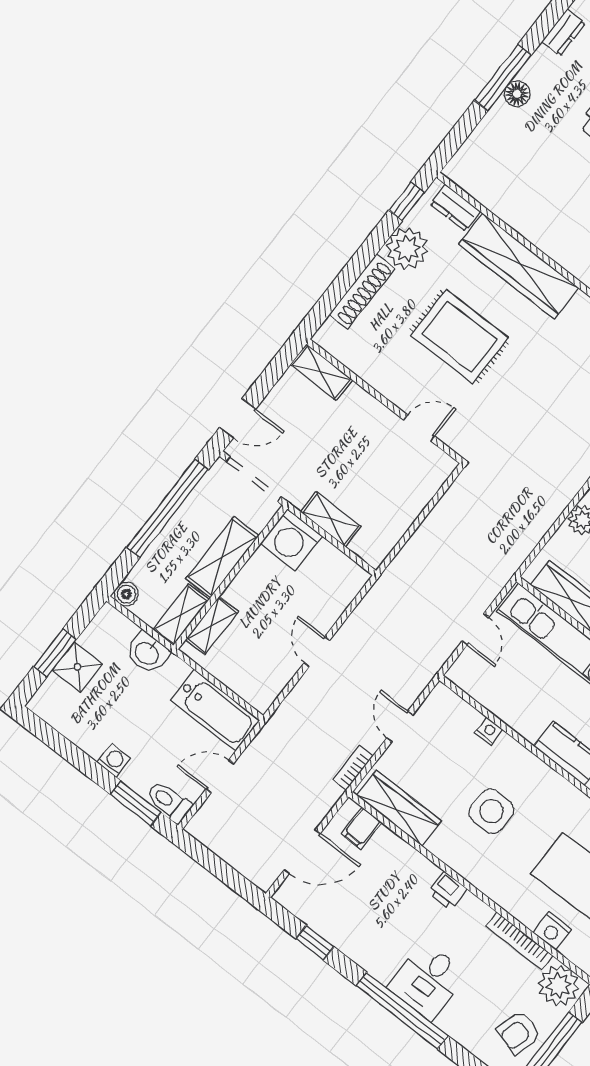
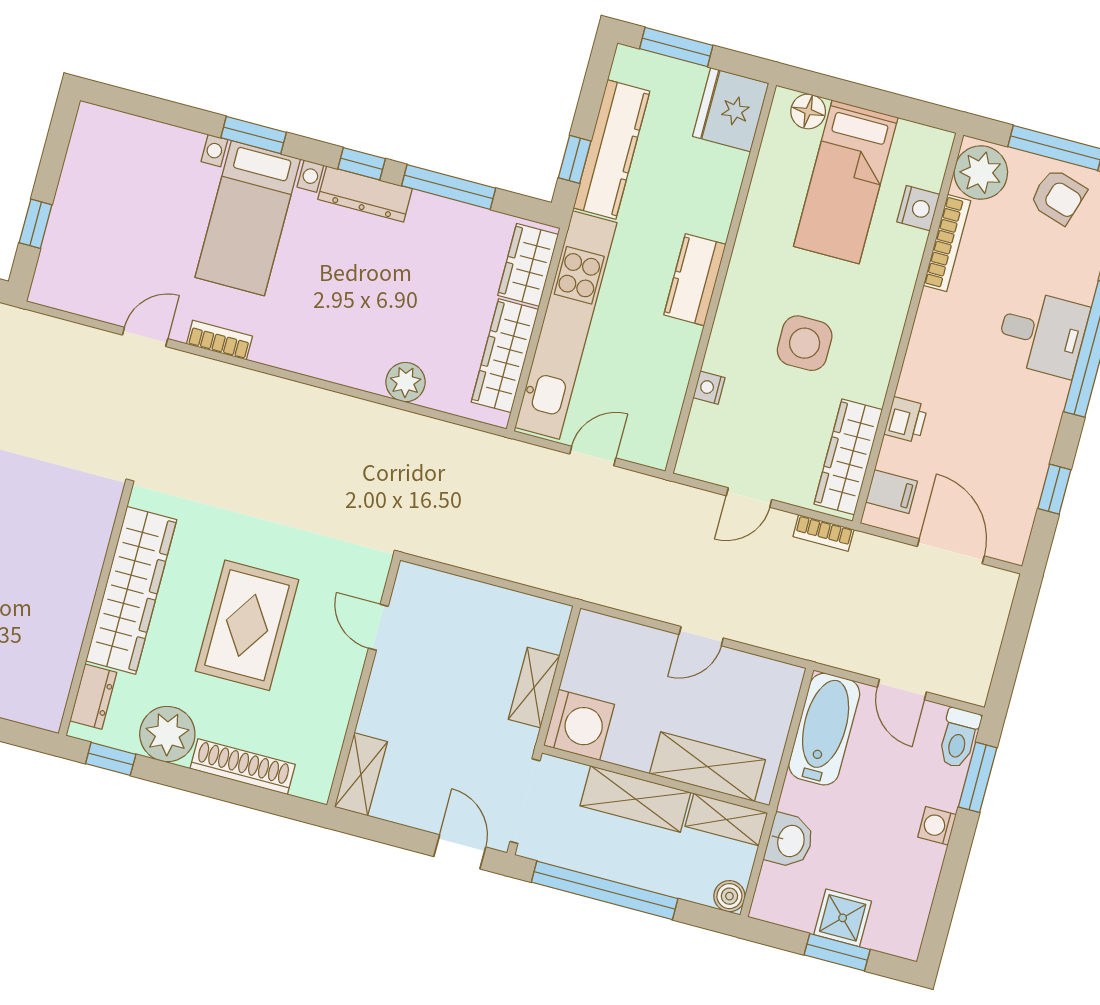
shelving: (212, 626) -> (708, 767), width x1.50, depth x1.33
printer: (448, 891) -> (906, 420), moved

